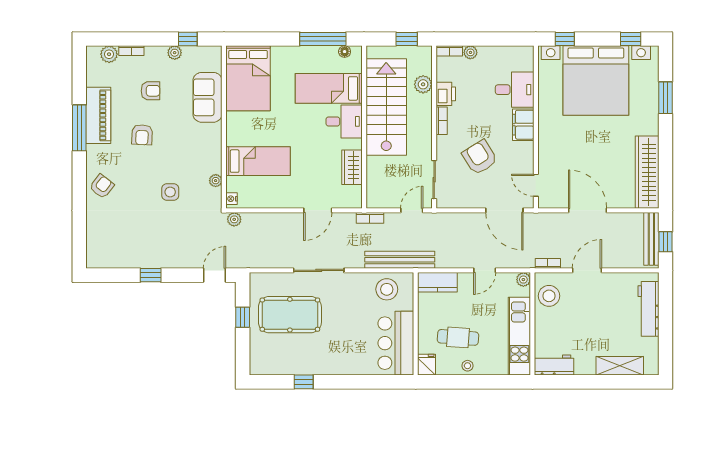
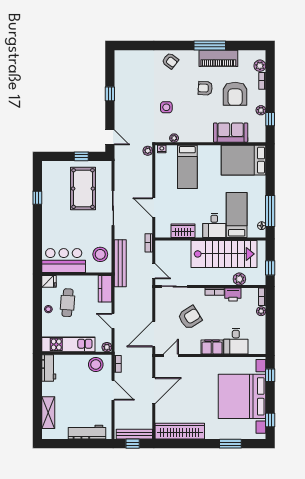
armchair: (150, 91) -> (235, 94), width x1.88, depth x1.88

